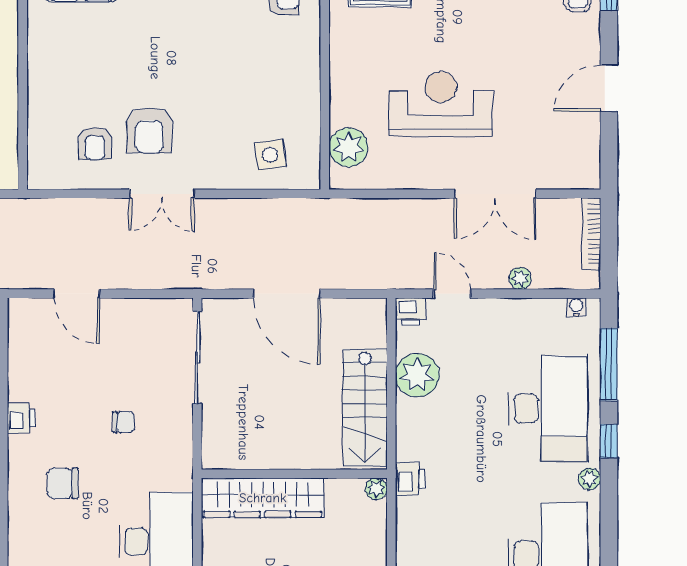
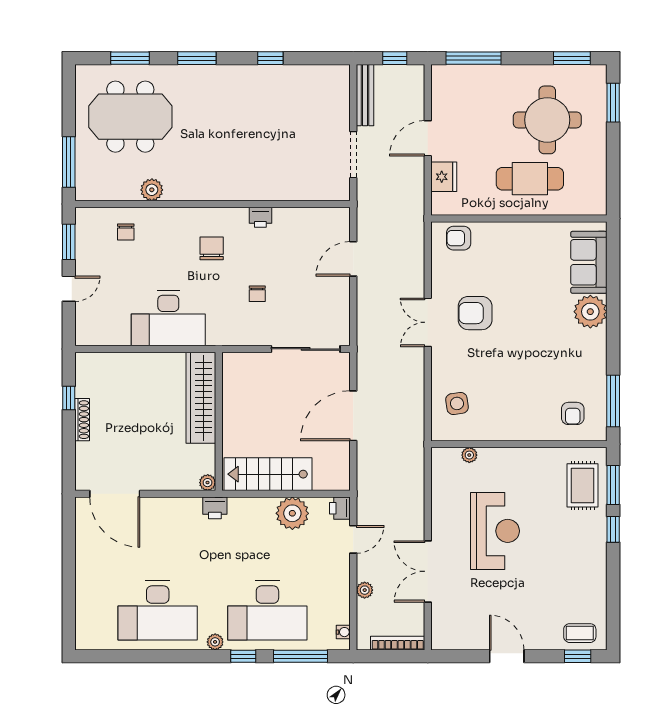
armchair: (95, 143) -> (459, 238), moved
plant: (348, 147) -> (469, 455), width x0.53, depth x0.53

